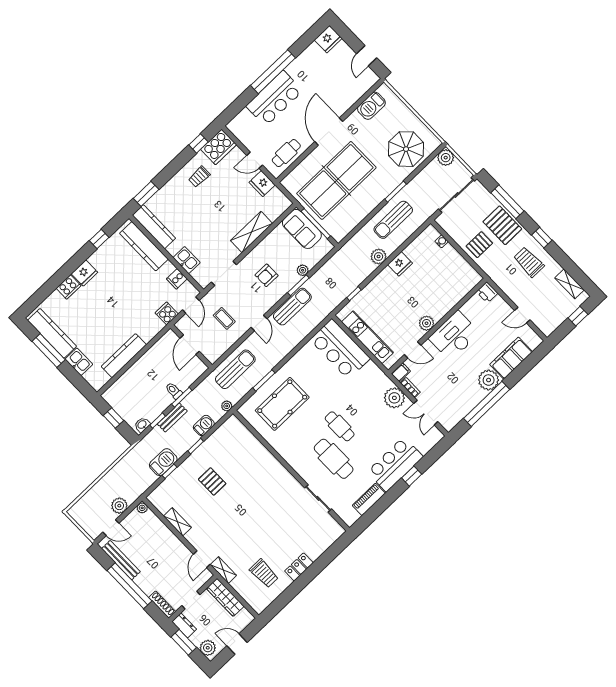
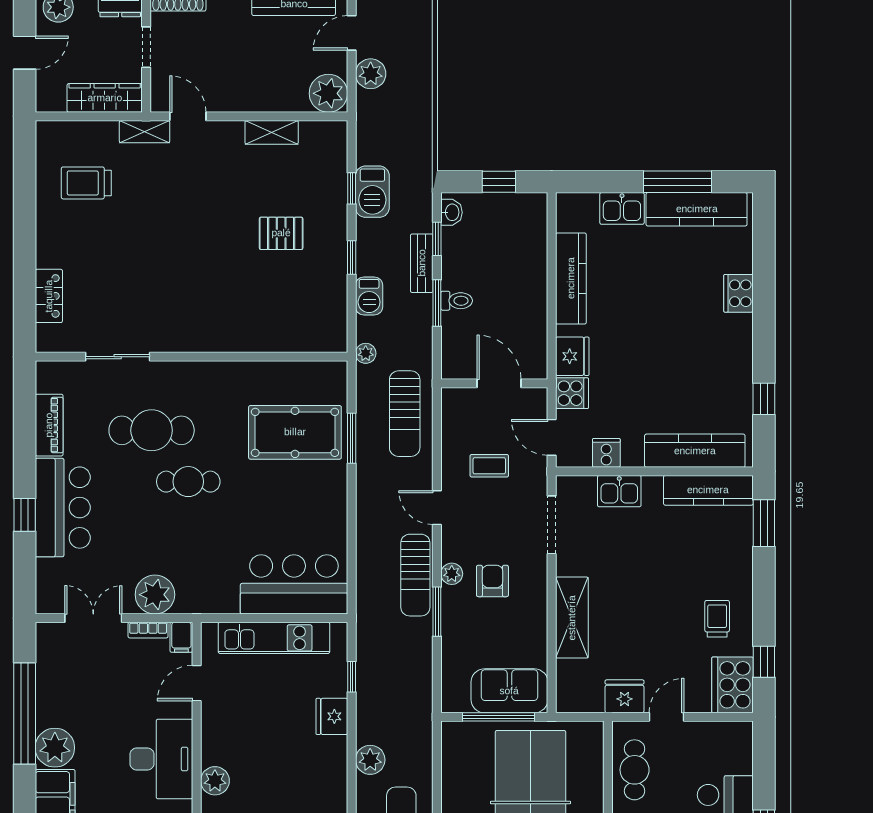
fridge: (400, 264) -> (332, 716), moved
plant: (303, 270) -> (452, 574), moved
fridge: (84, 273) -> (572, 356), moved, turned 180
plant: (427, 323) -> (215, 781), moved
pool table: (282, 404) -> (295, 432), turned 90
plant: (142, 508) -> (328, 93), width x1.87, depth x1.87
locker: (299, 567) -> (49, 296), moved

